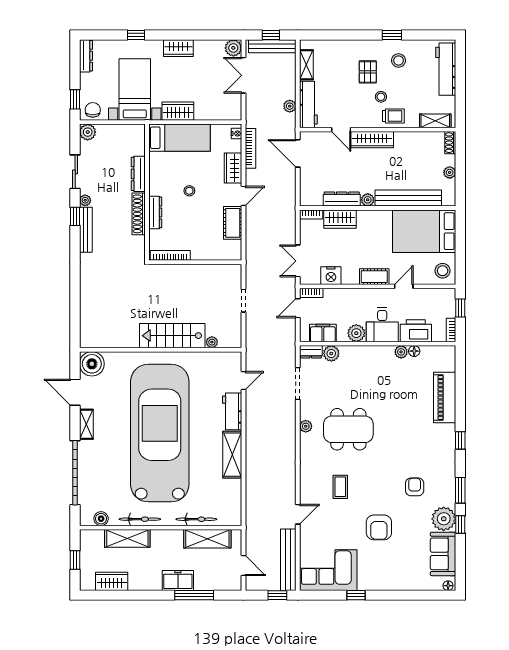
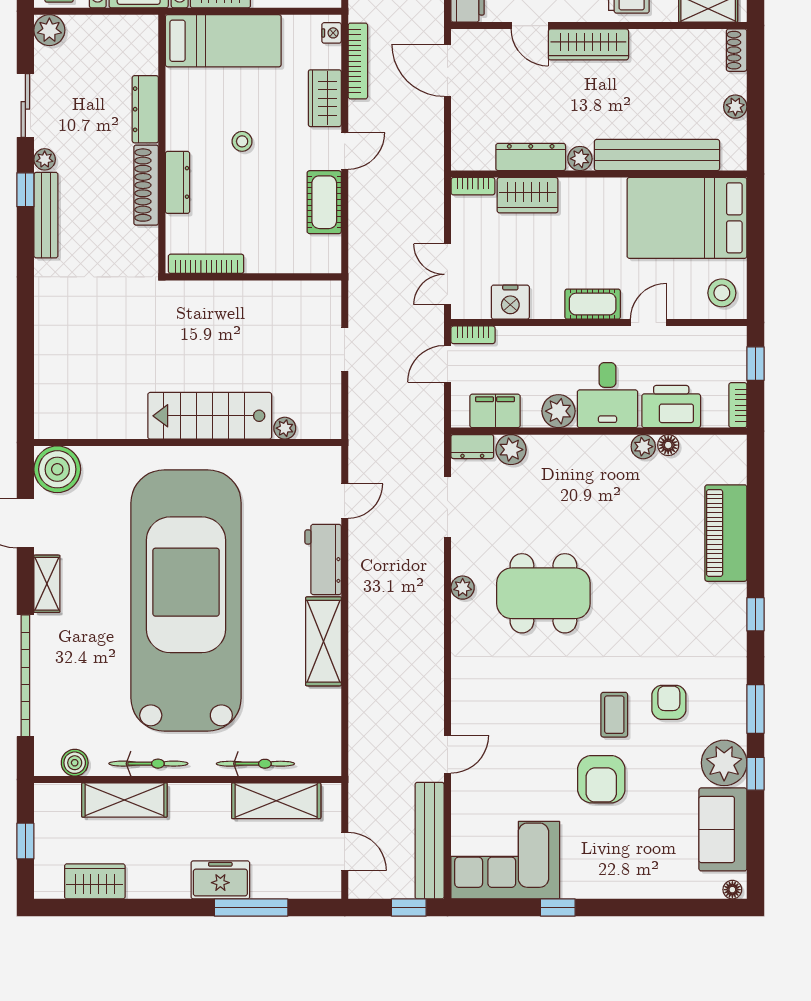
coffee table: (340, 487) -> (614, 715), moved

